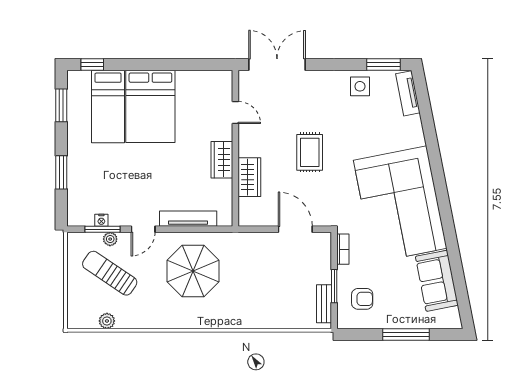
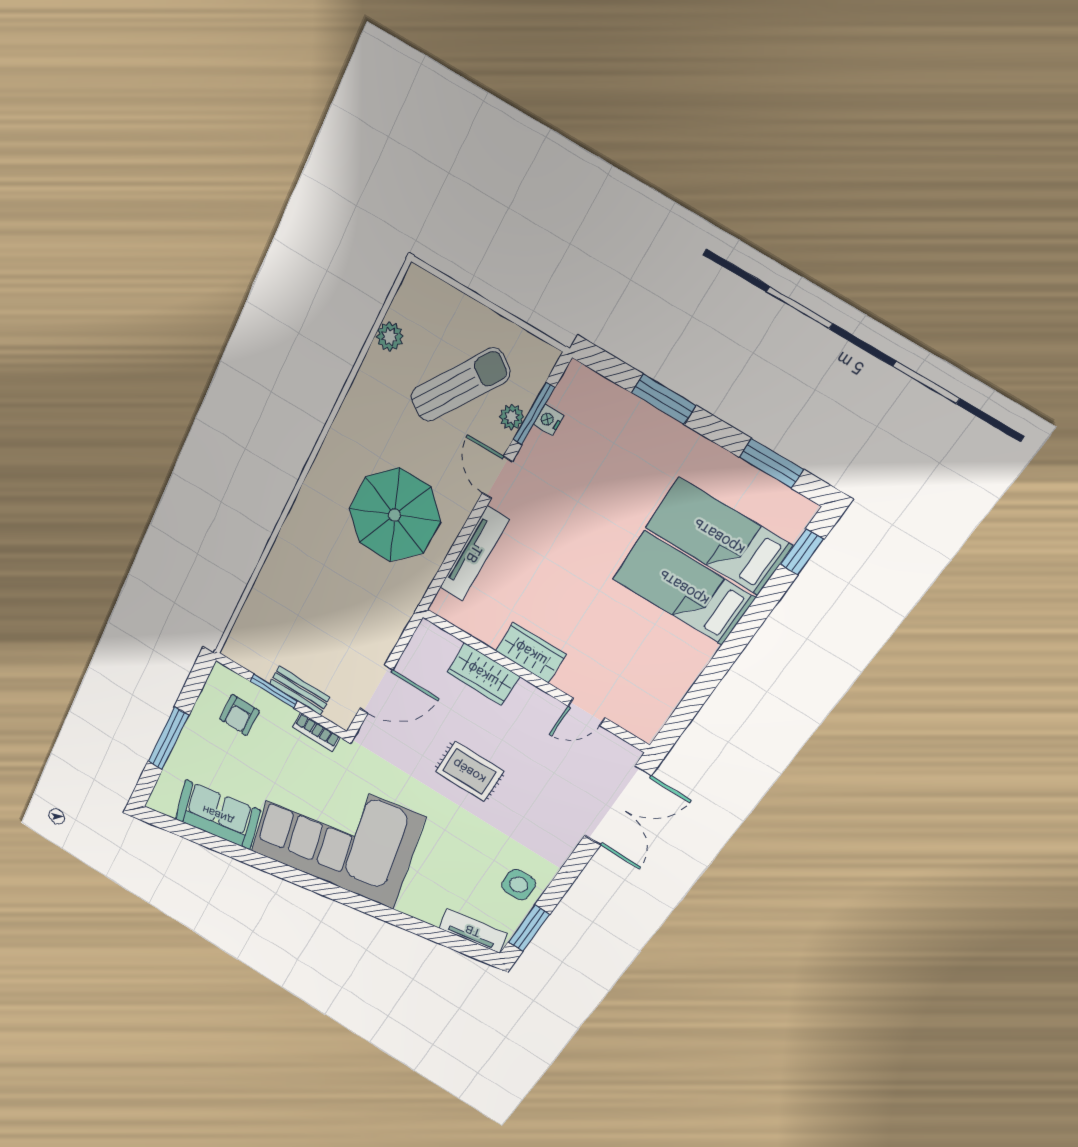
bed: (150, 106) -> (684, 588), width x0.67
bench: (324, 304) -> (299, 690), moved

